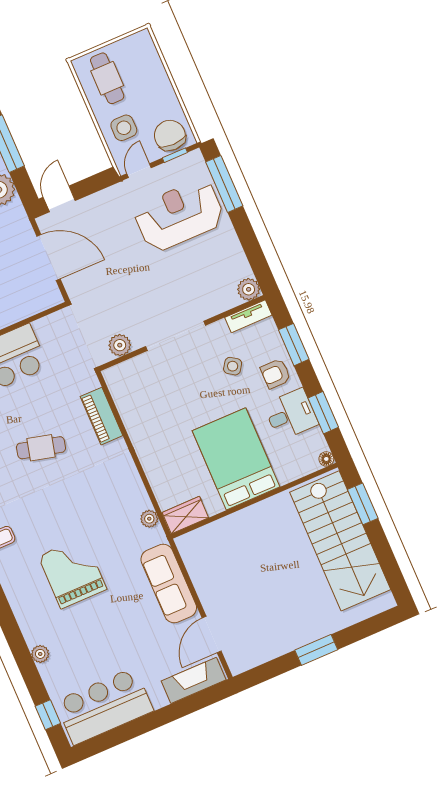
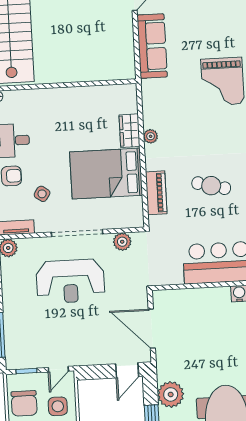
chair: (170, 135) -> (24, 403), moved
reception desk: (179, 215) -> (70, 281), moved
bed: (236, 459) -> (106, 174), moved, turned 90
wardrobe: (185, 515) -> (129, 131), moved, turned 90
plant: (149, 519) -> (151, 136), moved

